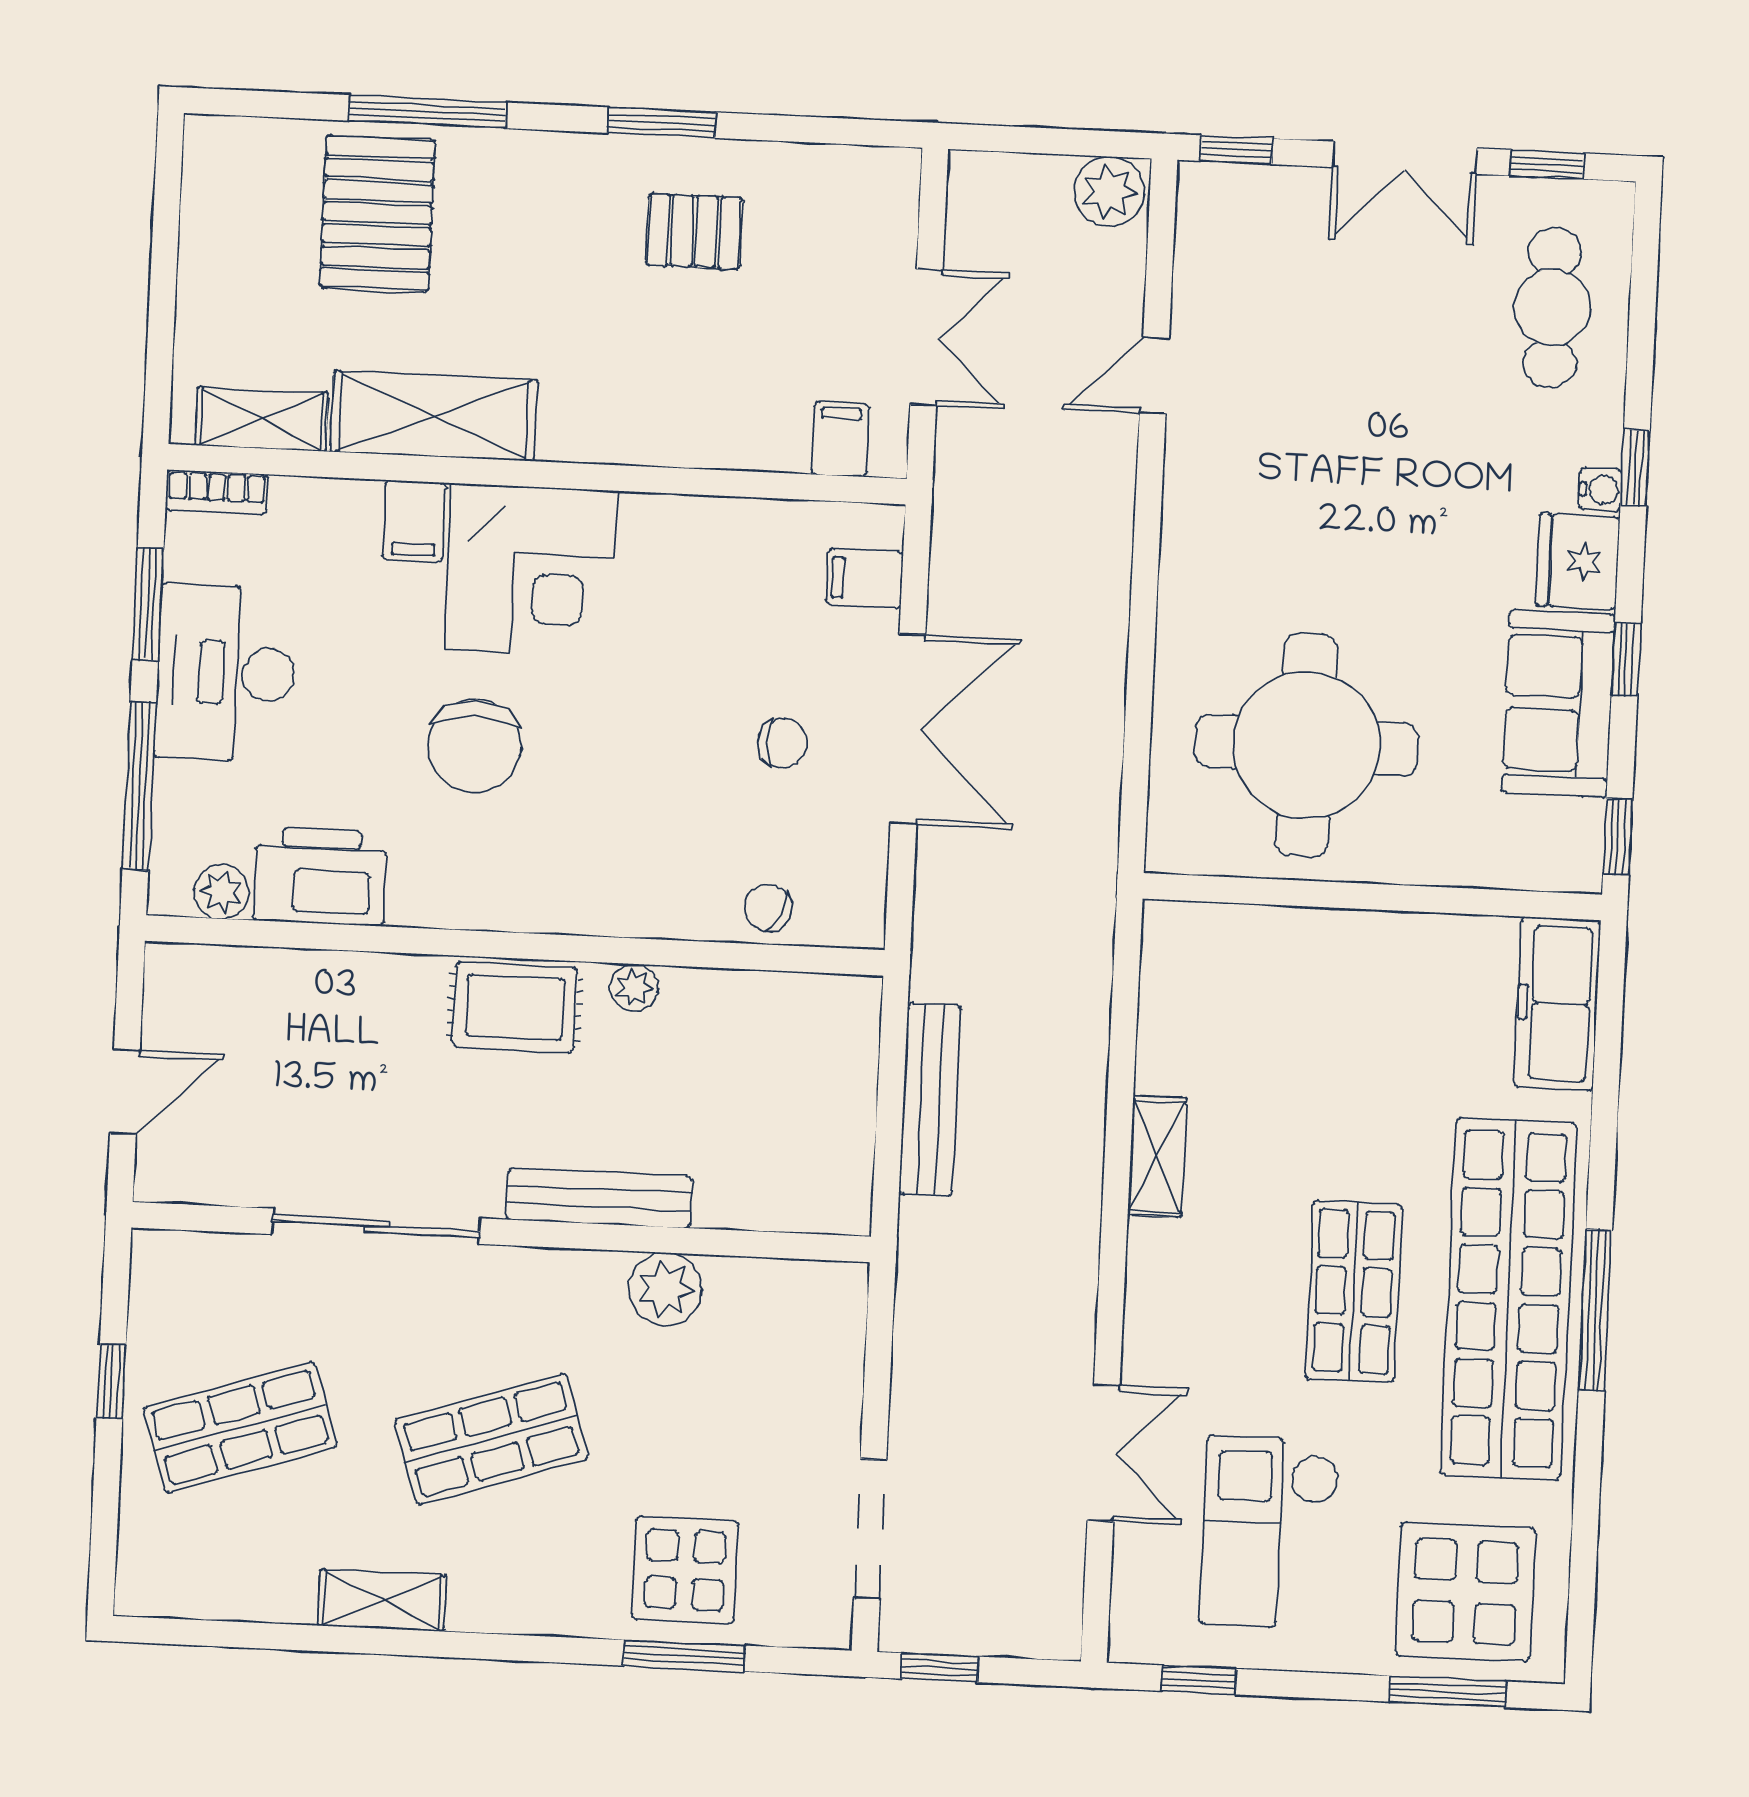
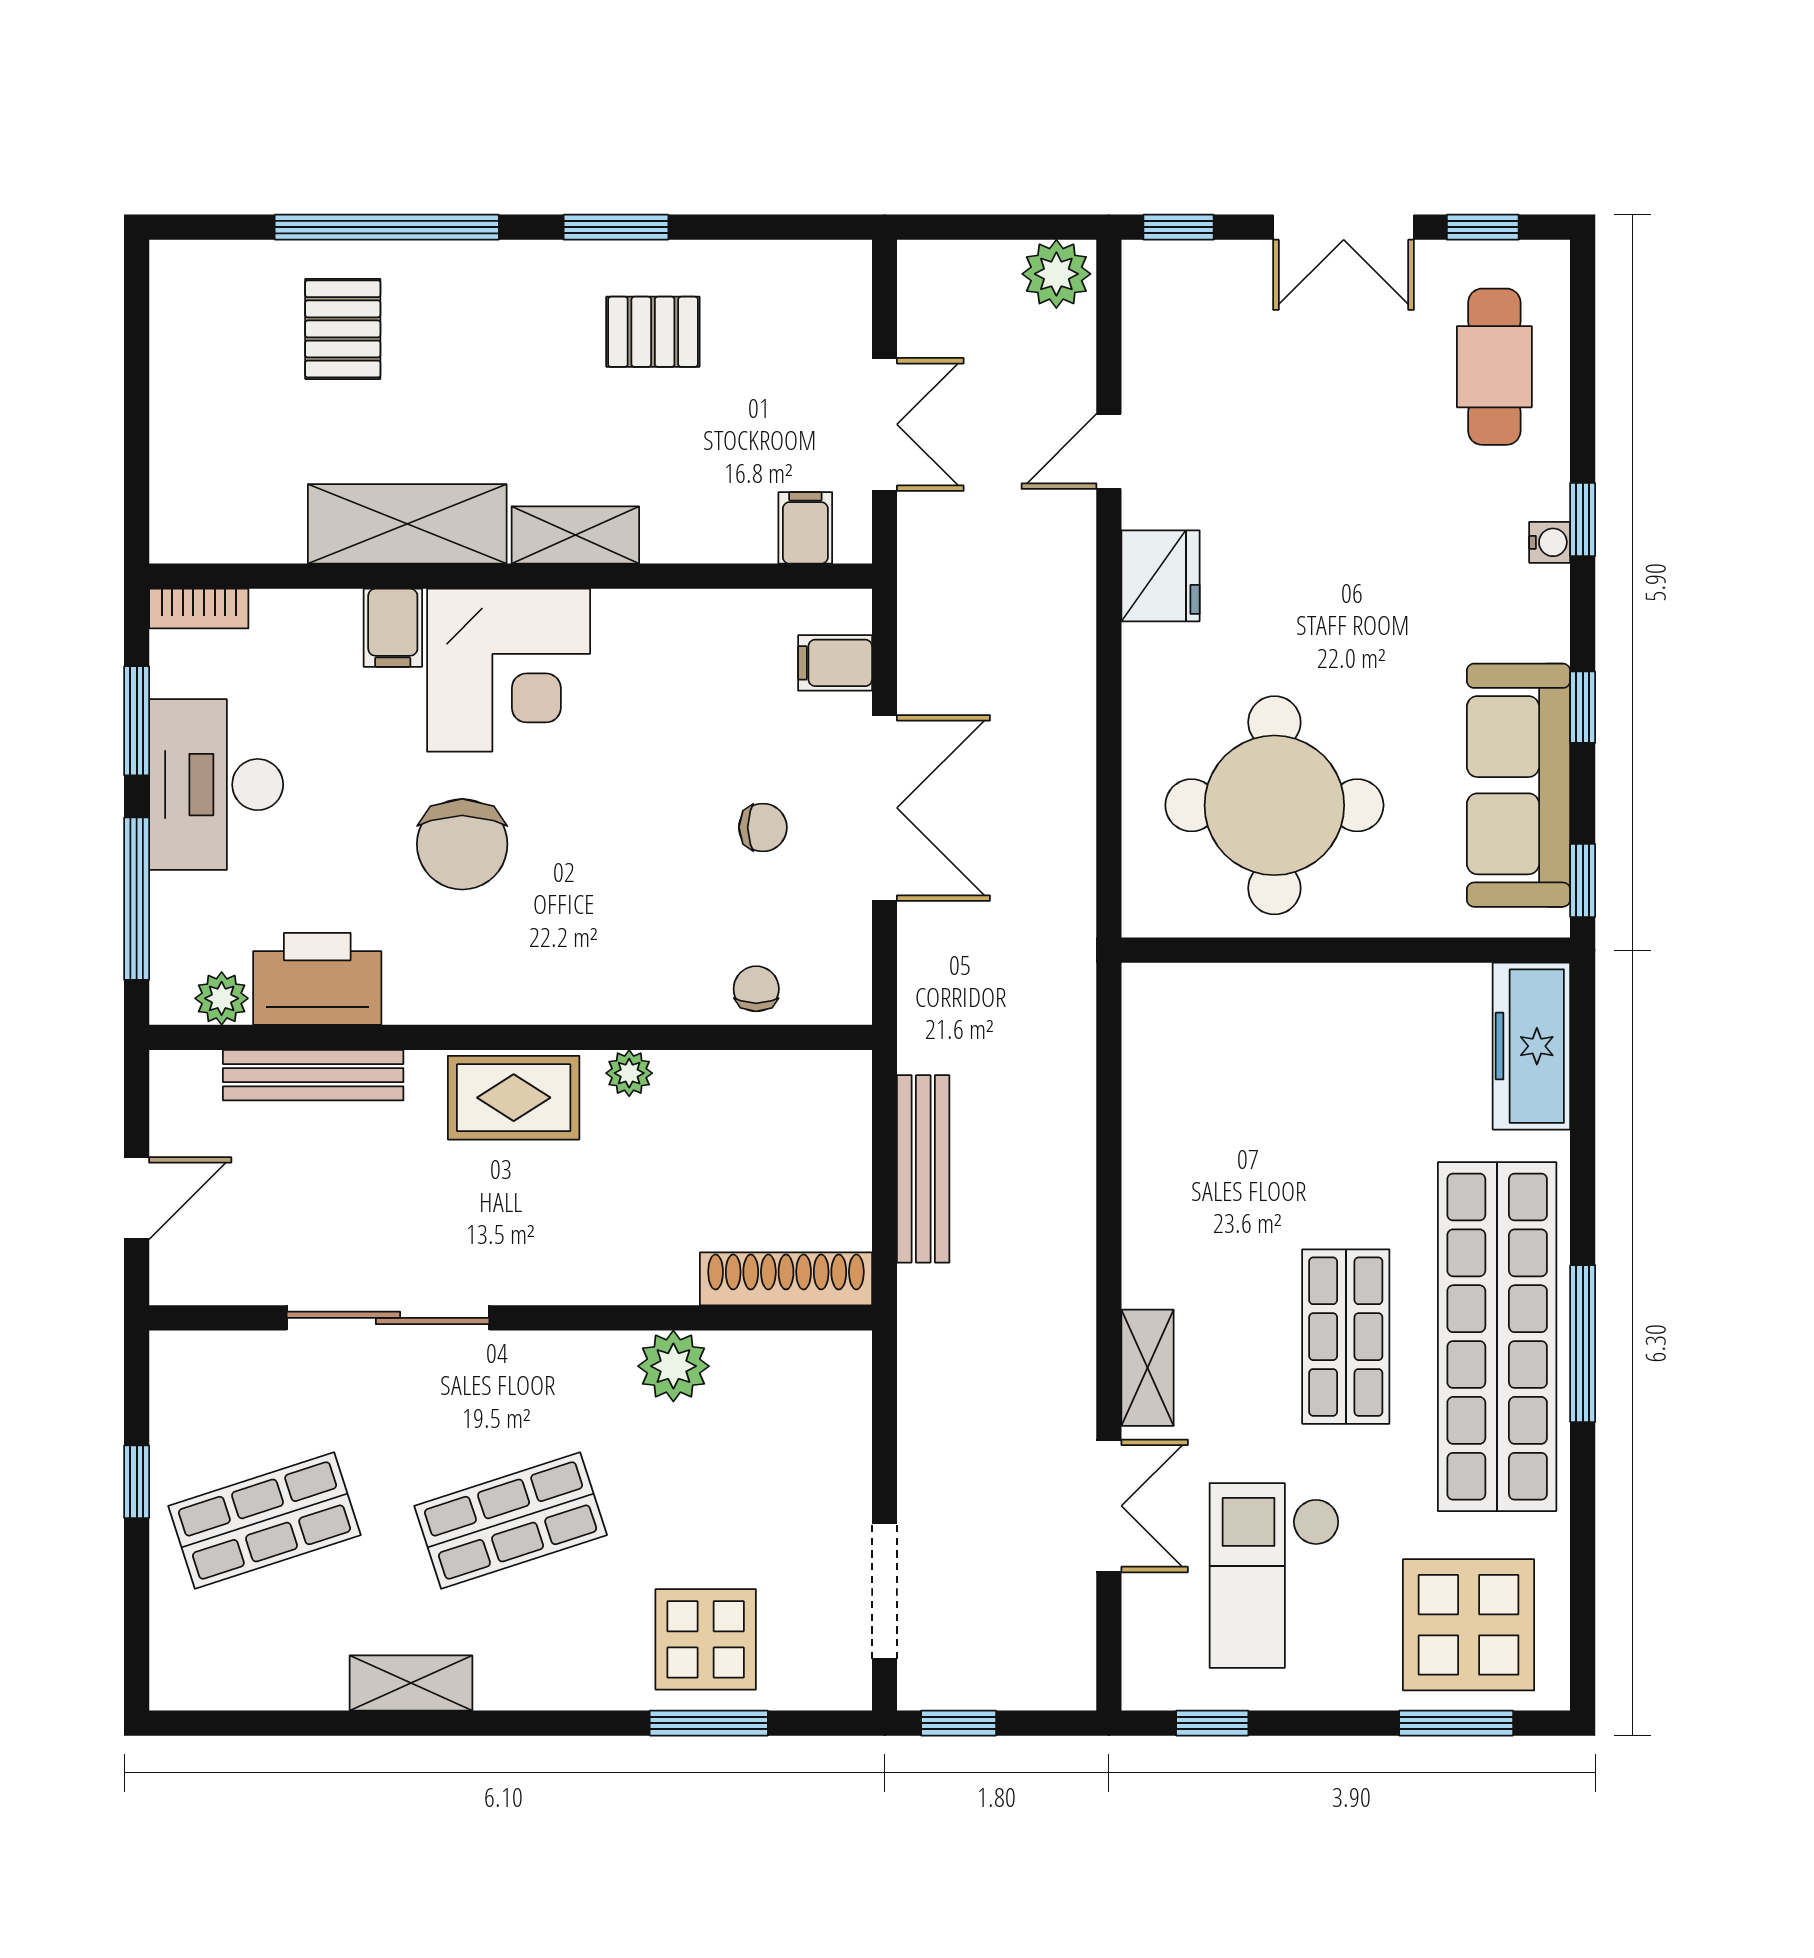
window: (427, 112) -> (387, 227), width x1.46
pallet: (377, 213) -> (343, 329), width x0.67, depth x0.71
shelving: (262, 419) -> (575, 535), moved
fridge: (1578, 561) -> (1161, 576), moved, turned 180
sofa: (1558, 703) -> (1518, 785), width x1.36
chair: (768, 908) -> (756, 989), turned 66
shelving: (1157, 1156) -> (1148, 1368), moved
bench: (599, 1198) -> (313, 1075), moved
shoe rack: (785, 1205) -> (786, 1279), added

